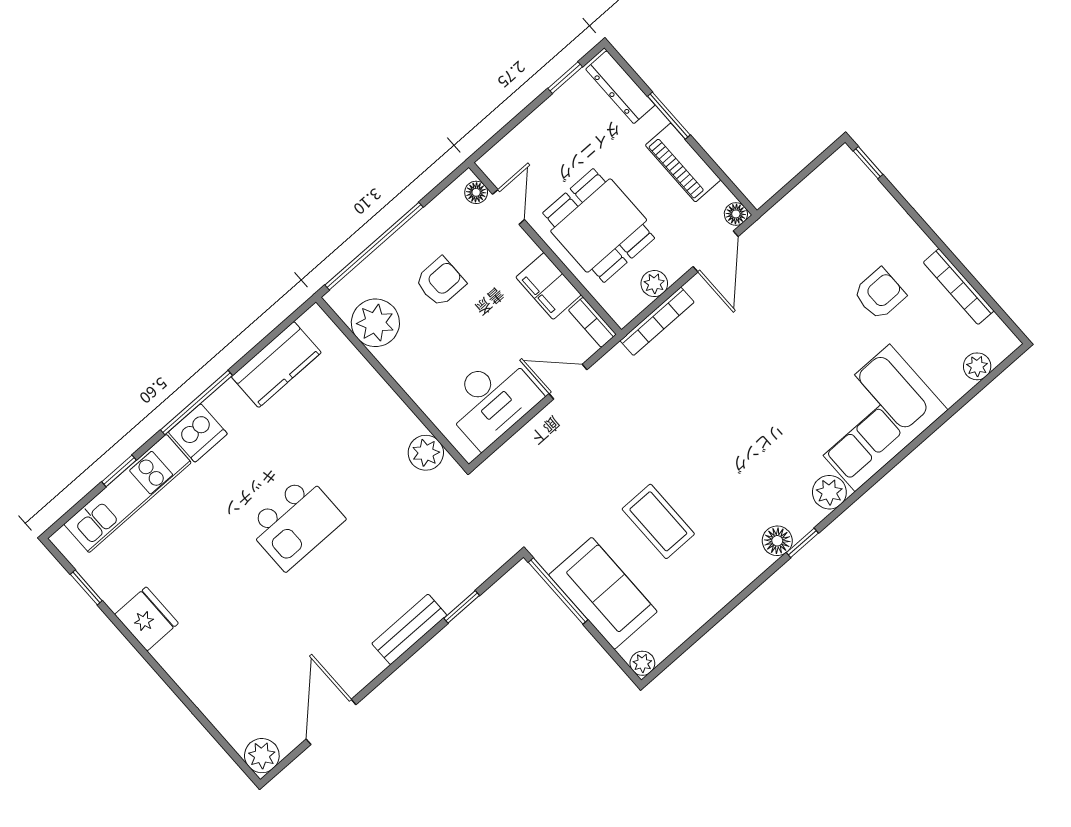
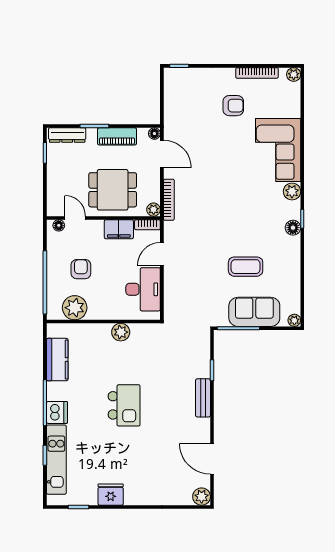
plant: (654, 284) -> (154, 210), moved
armchair: (880, 294) -> (233, 106), turned 90
plant: (977, 366) -> (294, 74), moved
plant: (426, 453) -> (121, 332), moved

